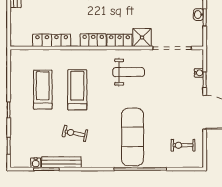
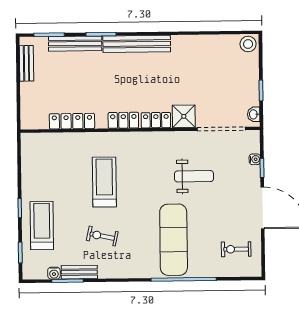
washbasin: (198, 15) -> (254, 114), moved
weight bench: (129, 72) -> (194, 176), moved
treadmill: (43, 90) -> (42, 226), moved
bench: (61, 162) -> (79, 272), width x0.73

